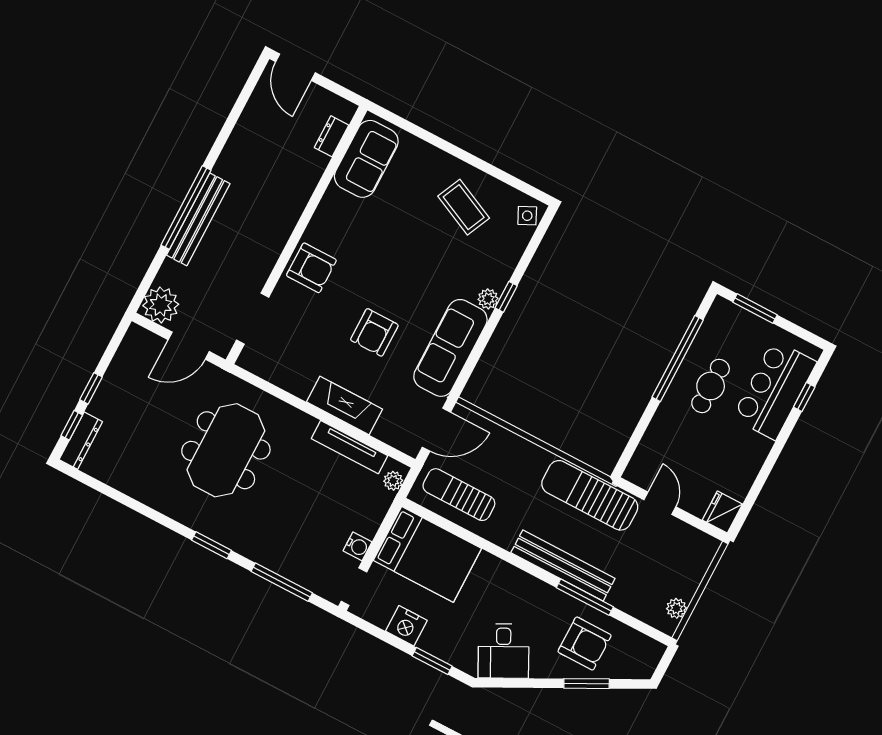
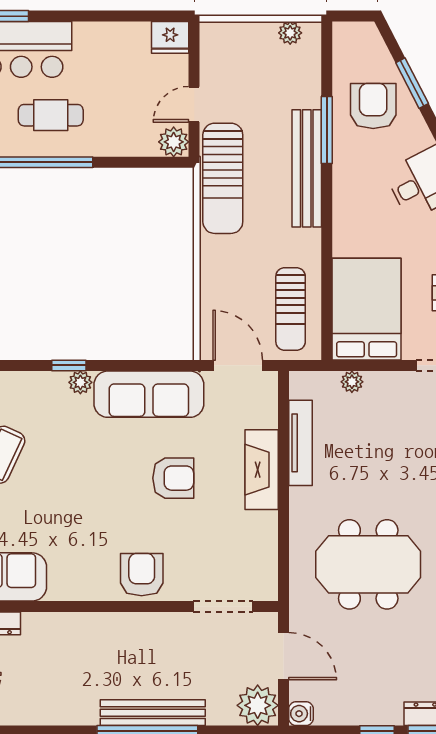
plant: (639, 472) -> (174, 142), added
plant: (393, 481) -> (352, 382), moved
water cooler: (358, 546) -> (301, 714), moved, turned -90

